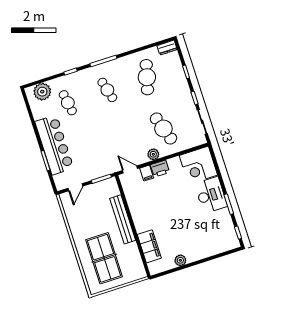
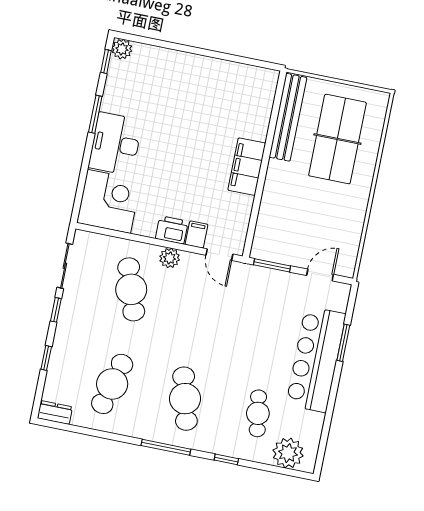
cafe table: (107, 90) -> (185, 399), width x1.37, depth x1.35
bench: (123, 219) -> (288, 117), moved
filing cabinet: (149, 246) -> (247, 167), moved
plant: (180, 260) -> (122, 49), moved

